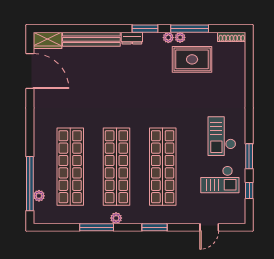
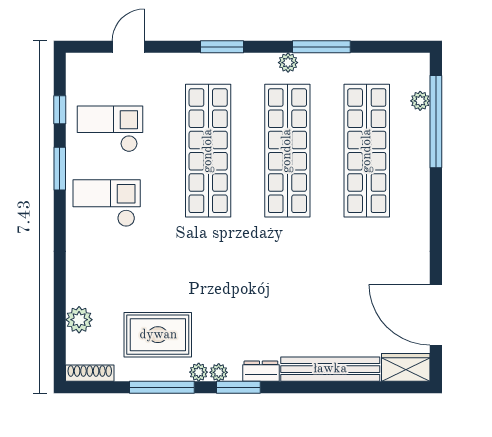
plant: (180, 37) -> (219, 372), moved
plant: (238, 68) -> (79, 320), added
checkout: (222, 136) -> (107, 203), turned -90

